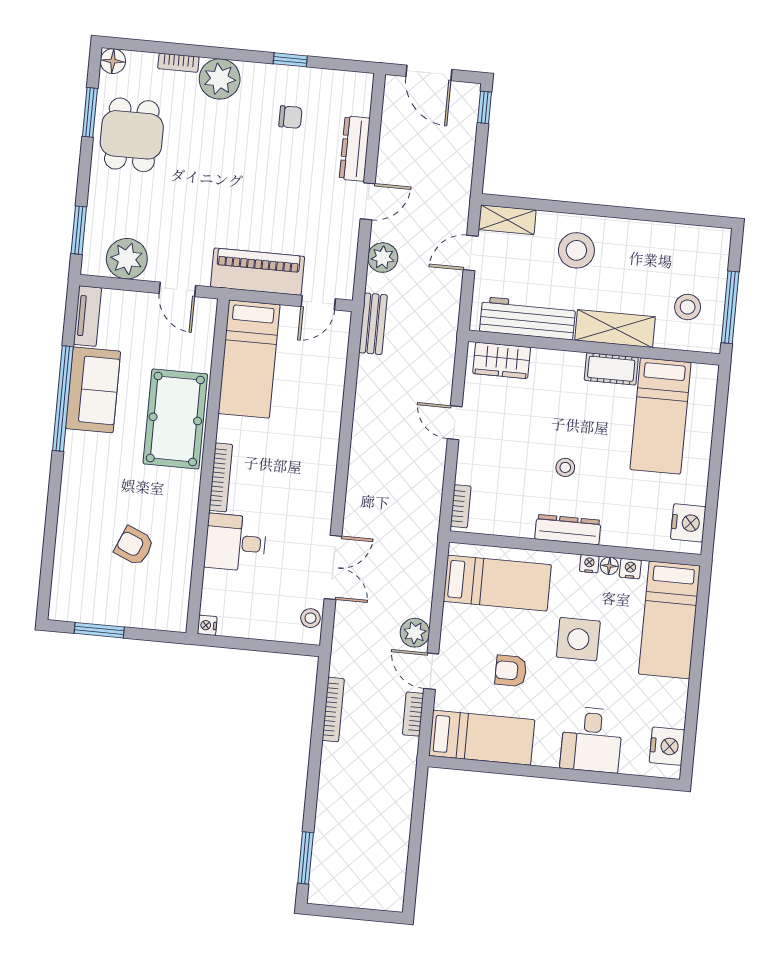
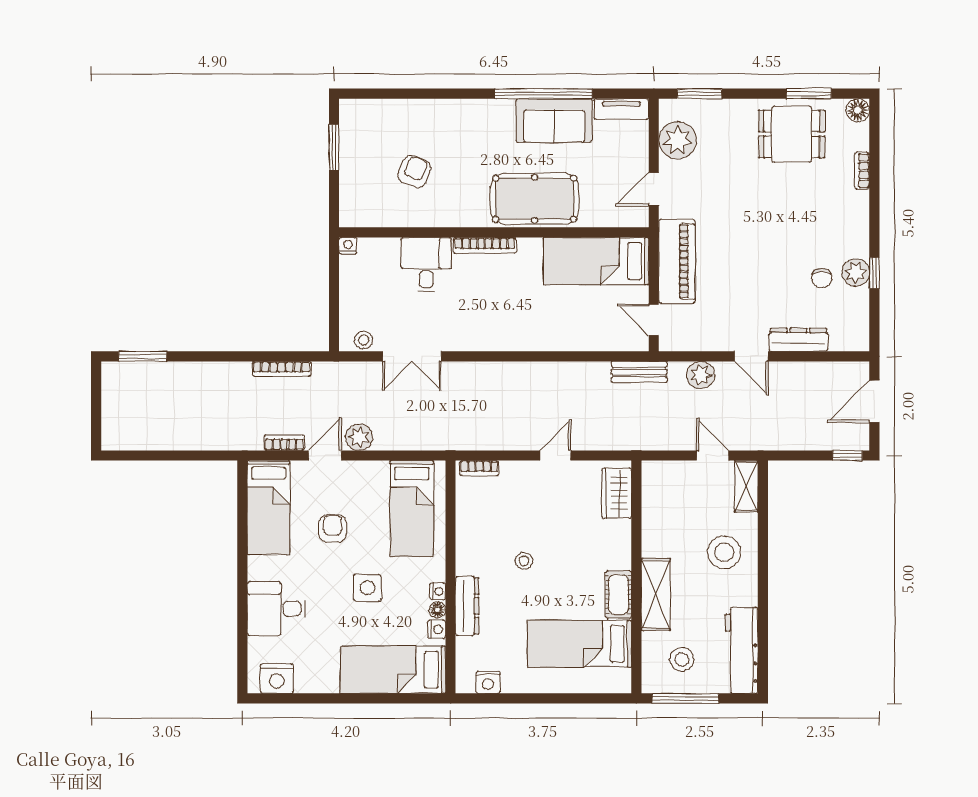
plant: (220, 79) -> (856, 273), moved, width x0.73, depth x0.73
workbench: (528, 318) -> (742, 650), moved, turned 180
nightstand: (688, 523) -> (488, 682), width x0.74, depth x0.75
dresser: (568, 530) -> (467, 606), moved
side table: (578, 639) -> (367, 588), width x0.73, depth x0.73

